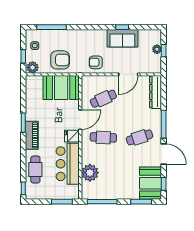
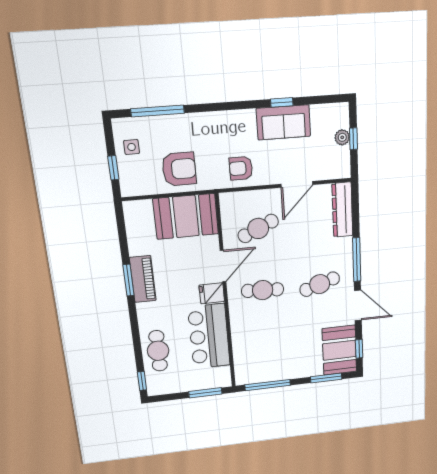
plant: (33, 67) -> (132, 186), removed
piano: (32, 135) -> (143, 279), moved
plant: (90, 173) -> (245, 346), removed

